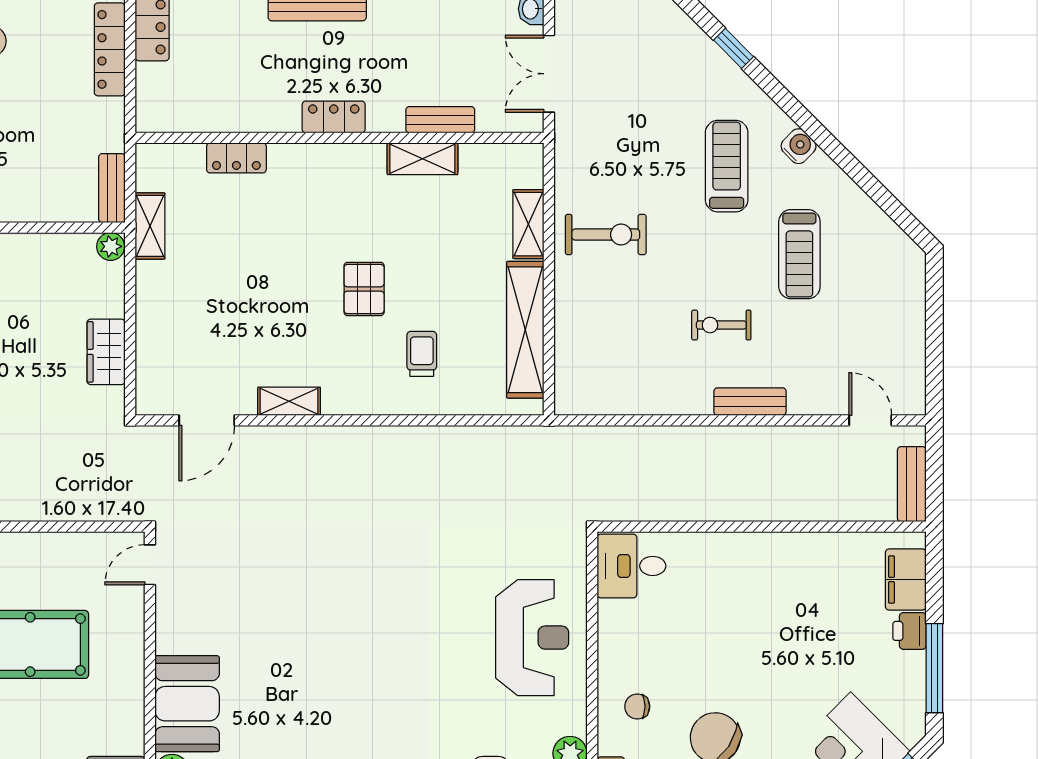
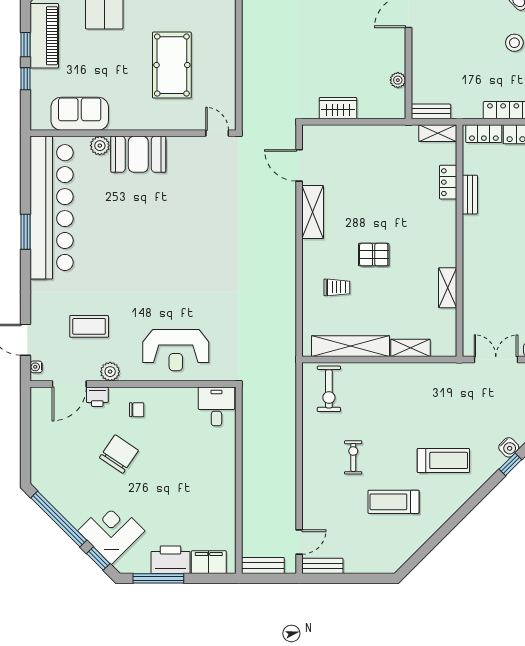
locker: (334, 117) -> (484, 134), moved, turned 90
bench: (440, 120) -> (470, 195), moved
water cooler: (799, 146) -> (509, 447), moved
shelving: (150, 226) -> (438, 133), moved
exercise bike: (606, 235) -> (329, 389), moved
plant: (111, 246) -> (398, 80), moved
shelving: (289, 401) -> (313, 212), width x1.50, depth x1.33
bench: (750, 402) -> (322, 566), moved, turned 90
printer: (909, 631) -> (170, 560), width x1.87, depth x1.48
chair: (637, 706) -> (137, 410), turned 90

